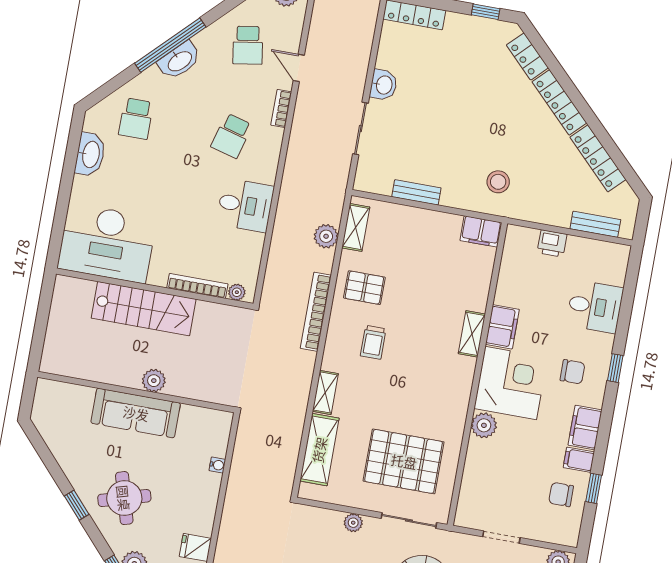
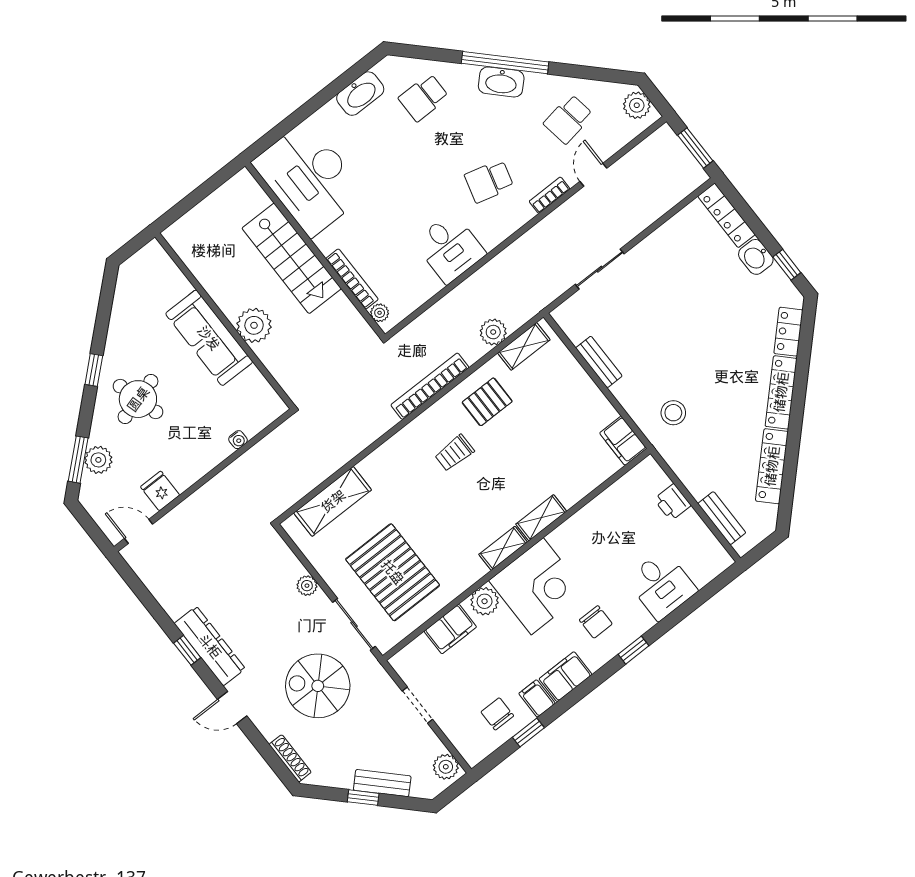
washbasin: (384, 85) -> (756, 257), moved, turned 90
pallet: (364, 288) -> (487, 402), turned 90
filing cabinet: (502, 327) -> (450, 629), moved
plant: (154, 381) -> (254, 325), width x1.36, depth x1.36
shelving: (325, 392) -> (503, 548), moved

